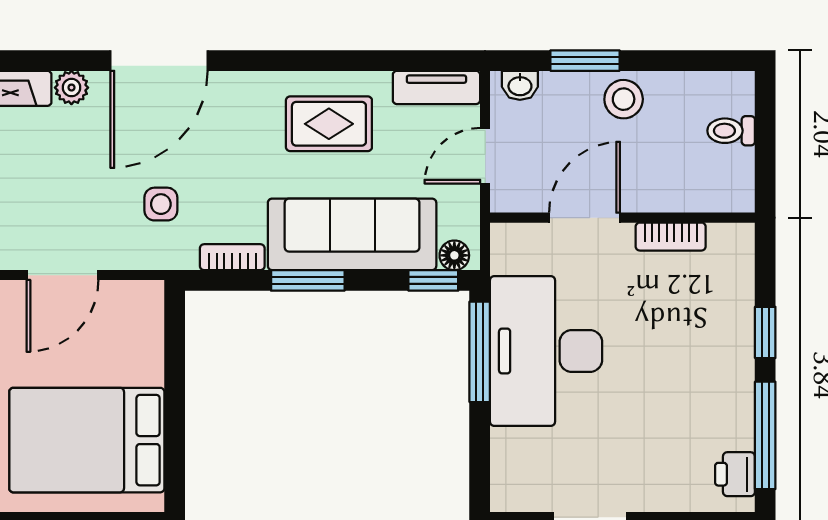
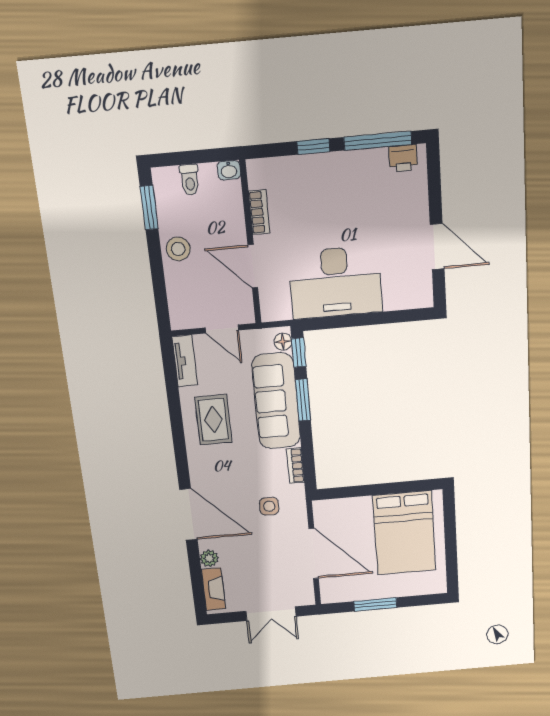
window: (585, 61) -> (149, 208), moved
washbasin: (520, 85) -> (229, 170), moved, turned 90
door: (63, 275) -> (314, 554), width x1.36
window: (308, 280) -> (303, 400), moved
window: (480, 352) -> (339, 322), removed

